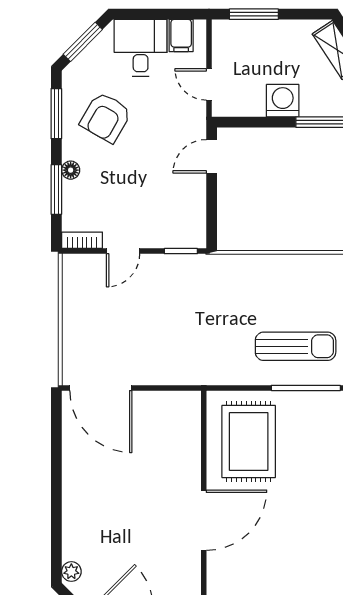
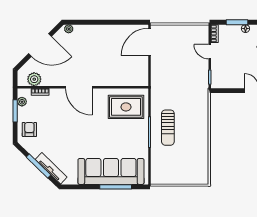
door: (204, 520) -> (79, 87), moved

